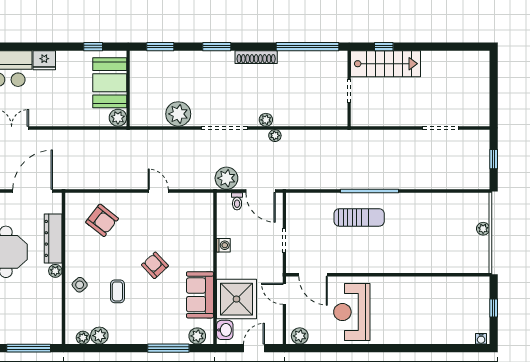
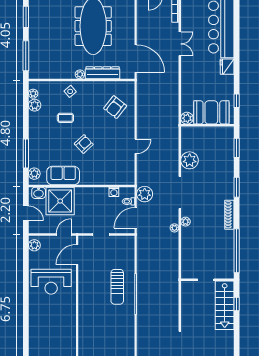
washing machine: (223, 245) -> (114, 192), moved
reception desk: (352, 312) -> (51, 282), turned 180

